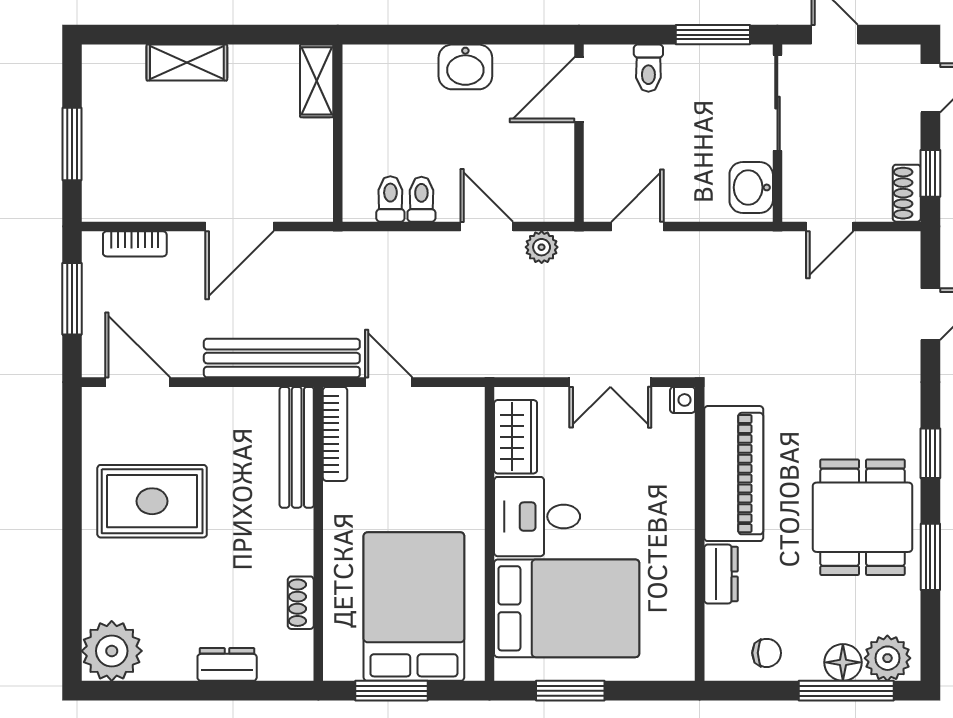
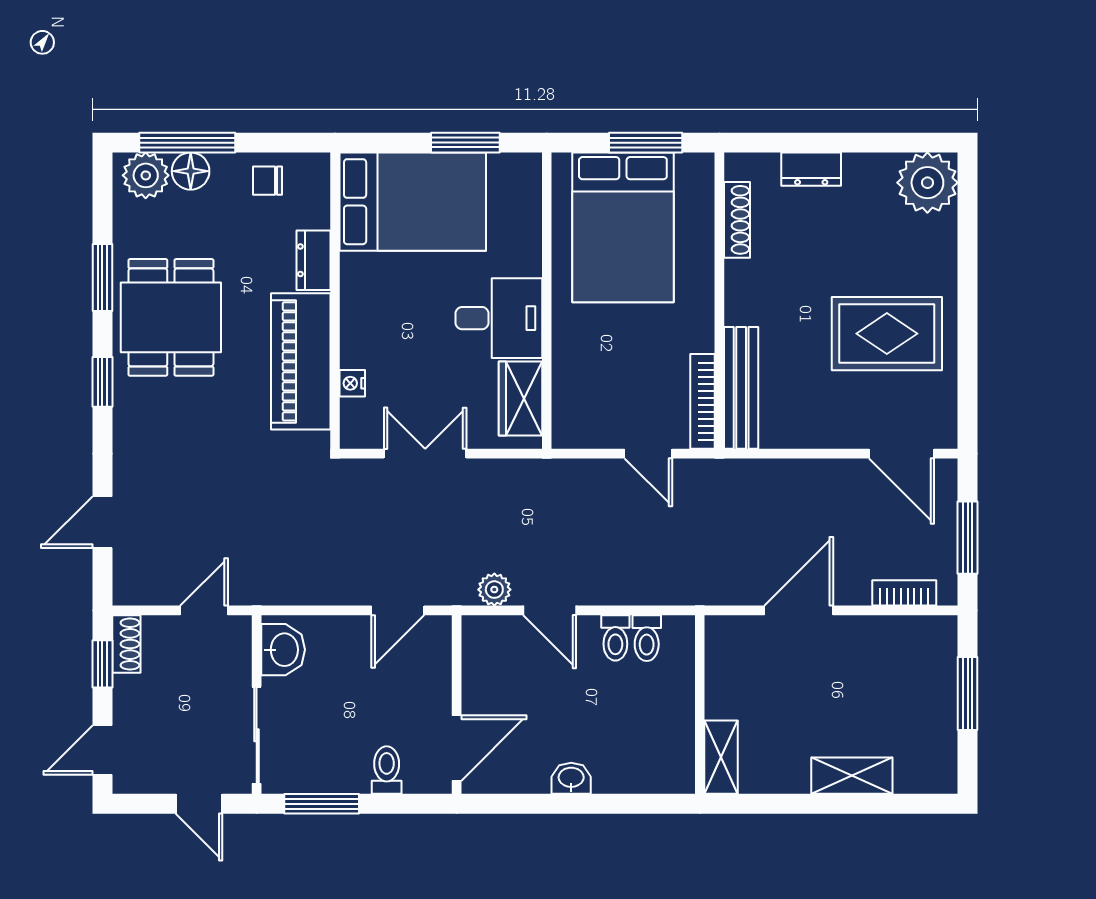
washbasin: (465, 67) -> (571, 778), width x0.72, depth x0.69
bench: (282, 358) -> (756, 478), removed
nightstand: (683, 400) -> (352, 383), moved
shoe rack: (301, 603) -> (737, 220), width x1.43
bed: (567, 608) -> (413, 202), moved, turned 180

